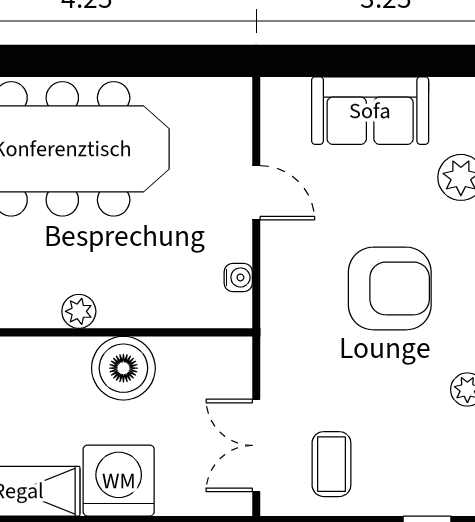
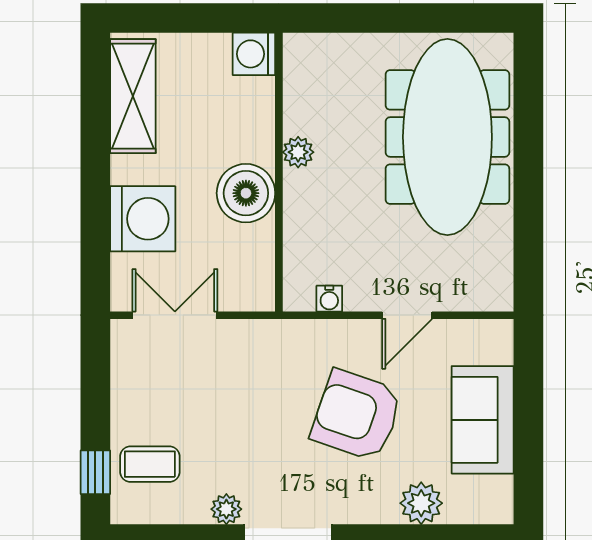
armchair: (390, 288) -> (357, 415), moved, turned 109
coffee table: (331, 464) -> (150, 464), moved
washing machine: (119, 481) -> (143, 219), moved

